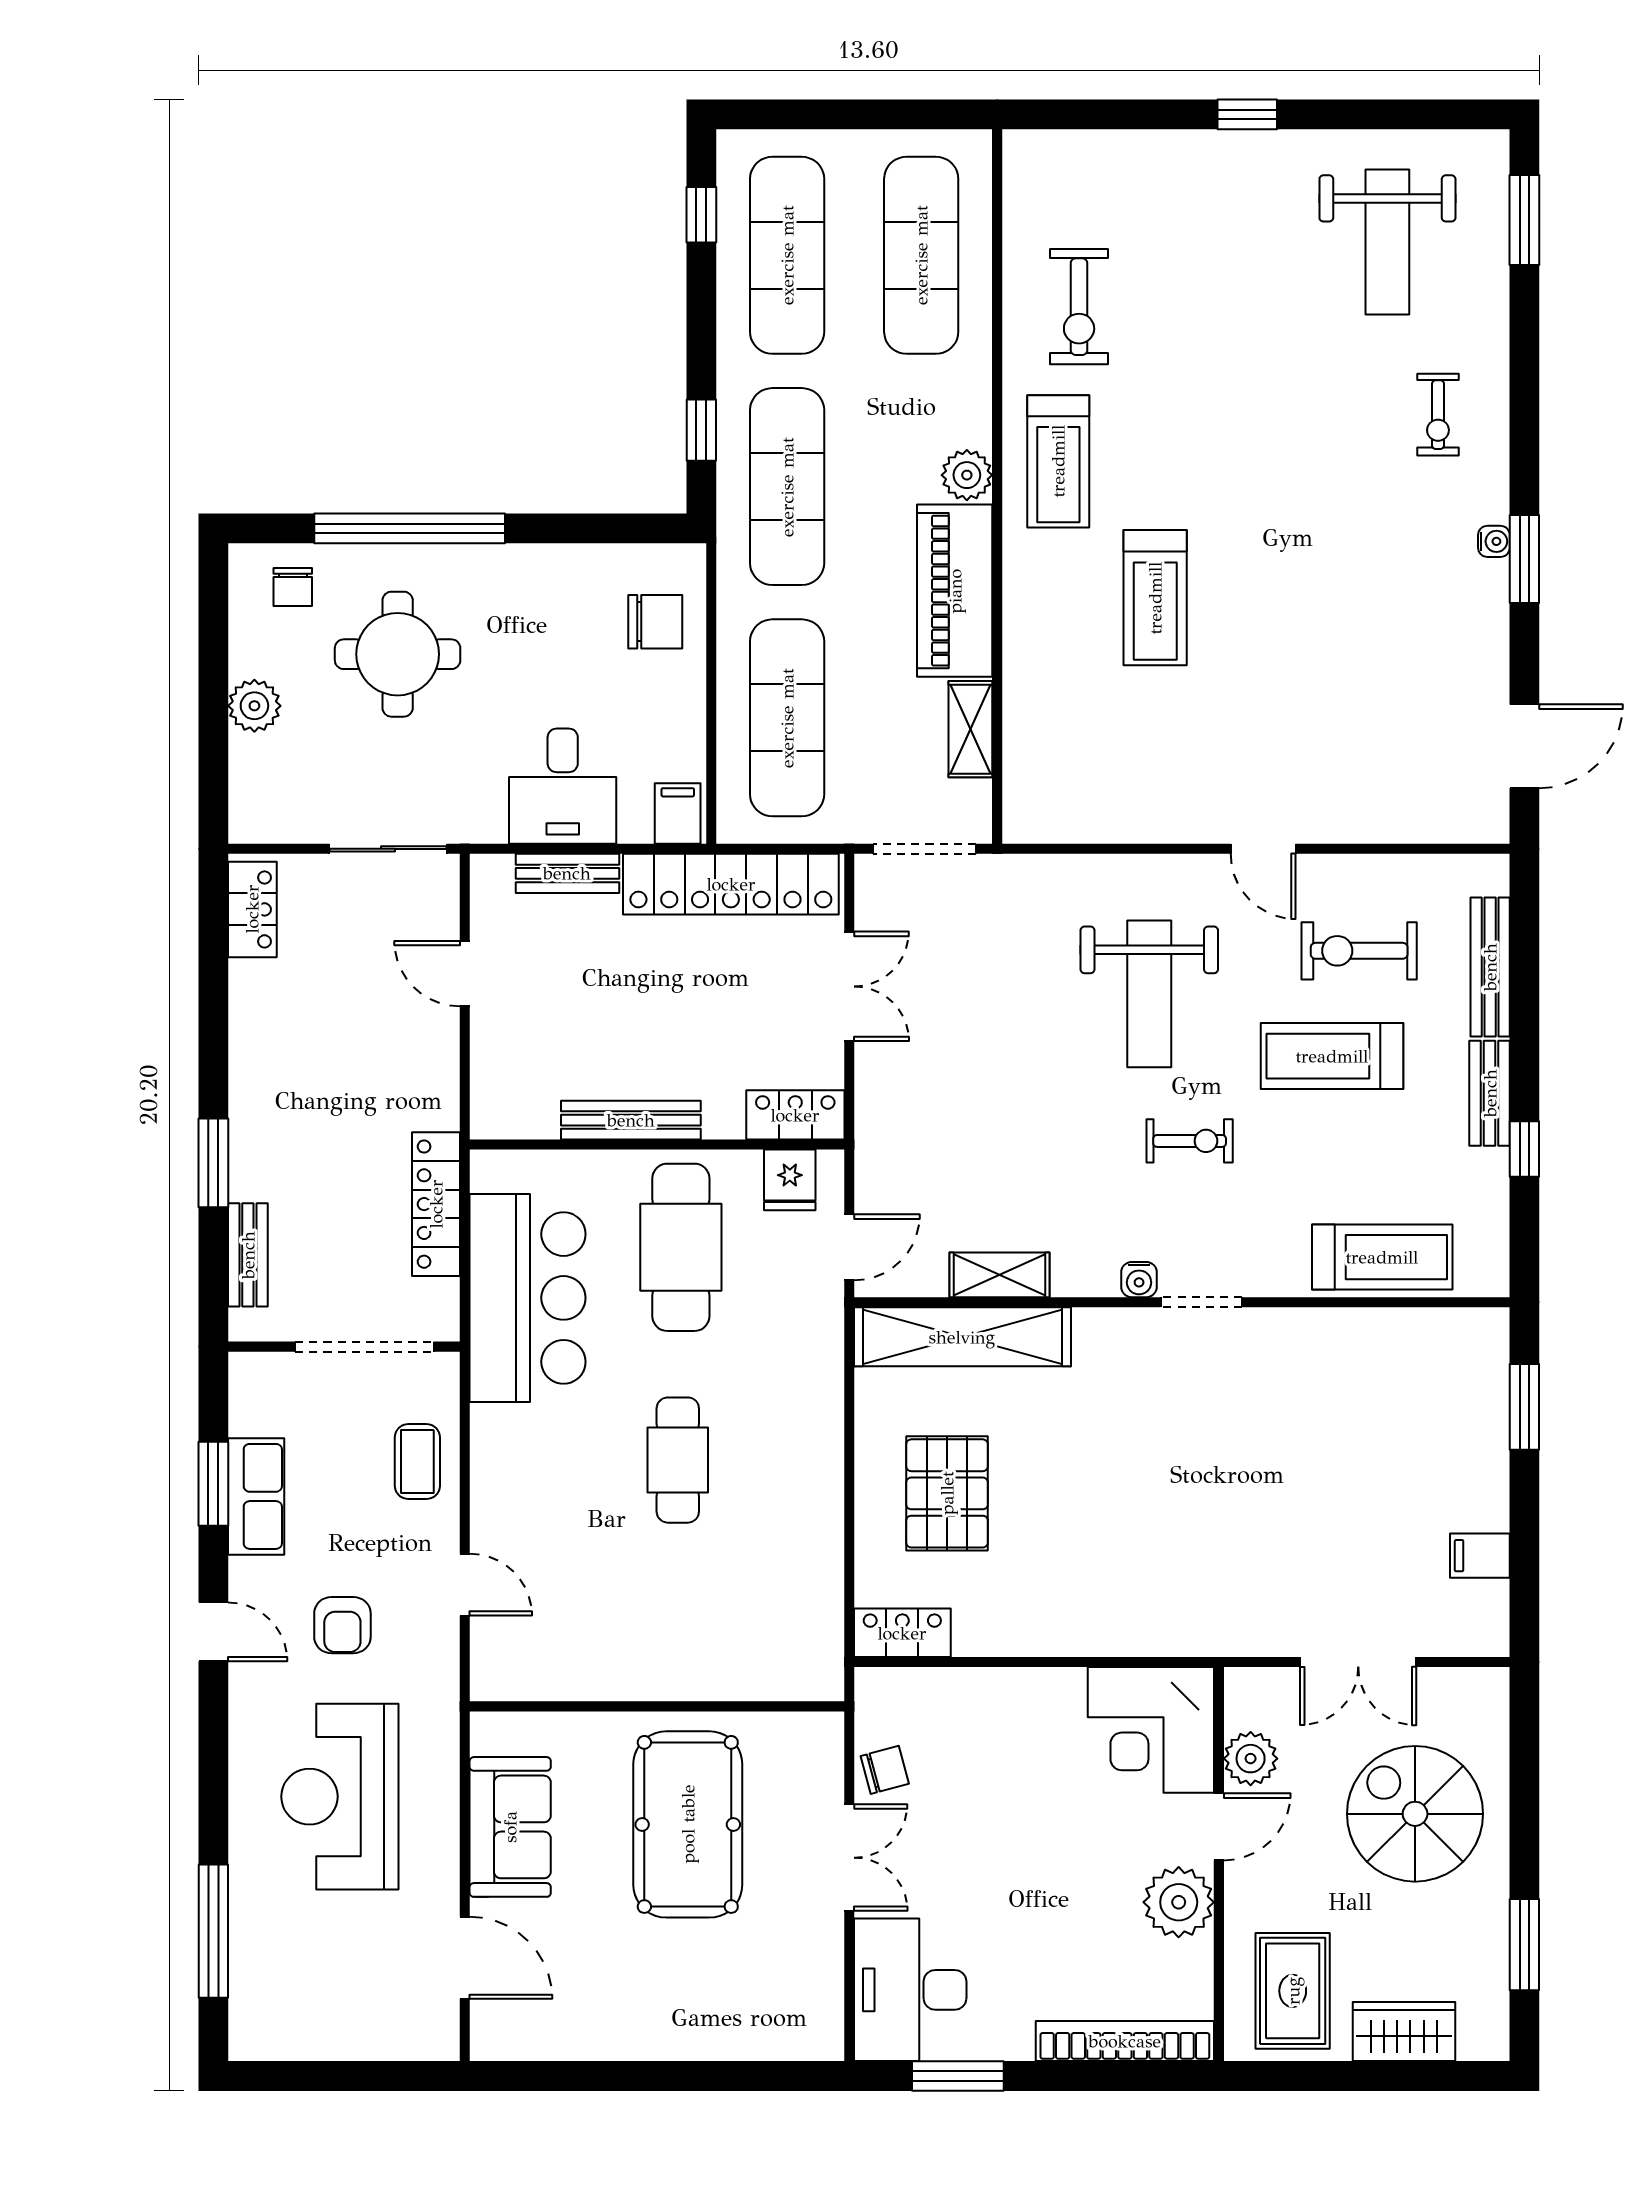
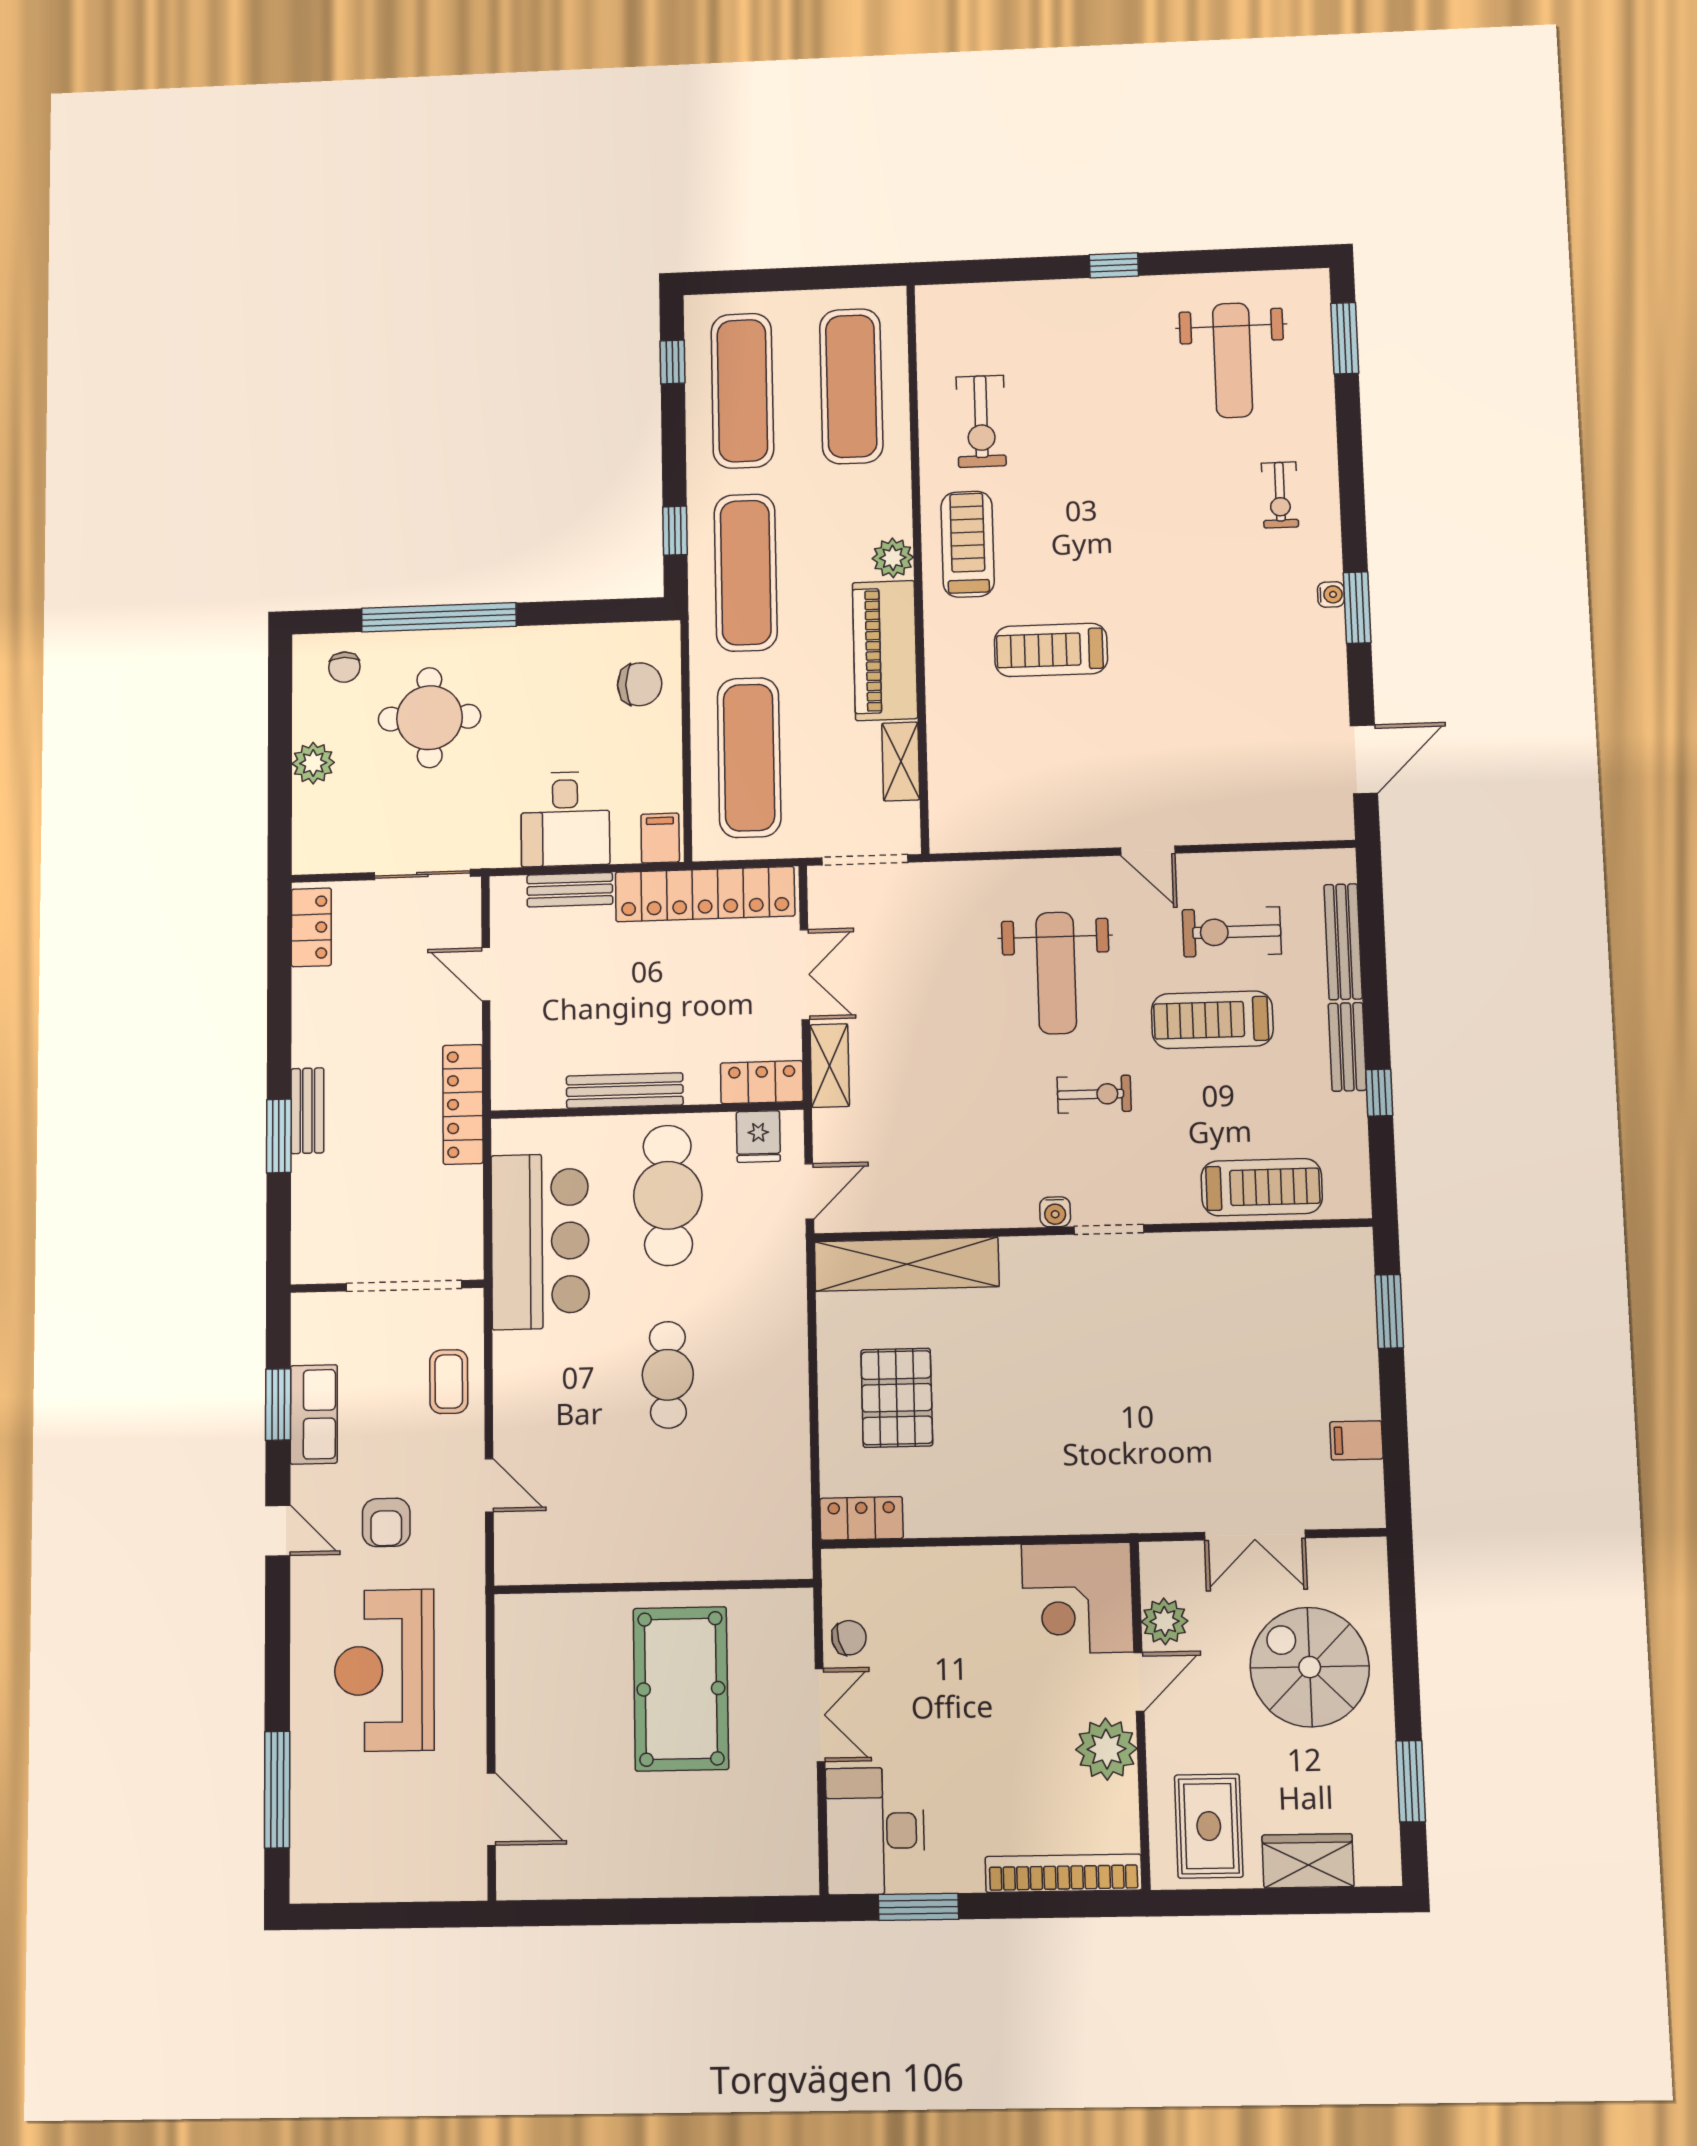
treadmill: (1058, 461) -> (968, 544), turned 180
treadmill: (1155, 598) -> (1051, 650), turned 90
locker: (436, 1204) -> (463, 1104), moved
bench: (248, 1255) -> (307, 1111), moved
shelving: (1000, 1275) -> (830, 1066), moved, turned 90
sofa: (510, 1827) -> (529, 1694), removed

